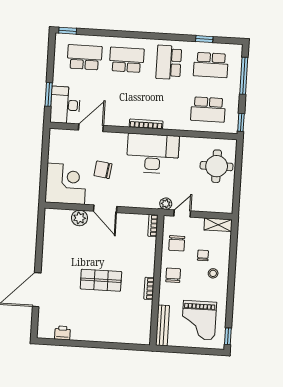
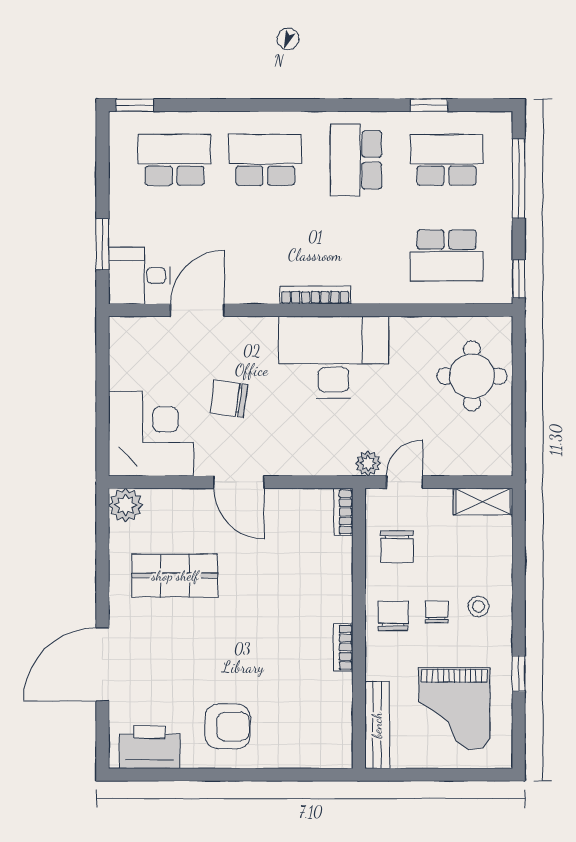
school desk: (211, 65) -> (446, 160), turned 180
desk: (65, 105) -> (139, 276), width x0.73
plant: (79, 218) -> (126, 505), moved
chair: (203, 255) -> (437, 612), moved
shop shelf: (101, 280) -> (175, 576), moved
armchair: (93, 322) -> (227, 726), added
printer: (62, 333) -> (150, 747), width x1.87, depth x1.48
window: (228, 336) -> (519, 674), moved

